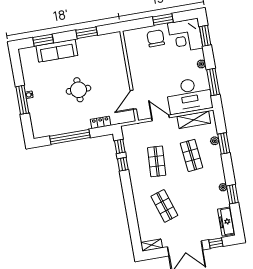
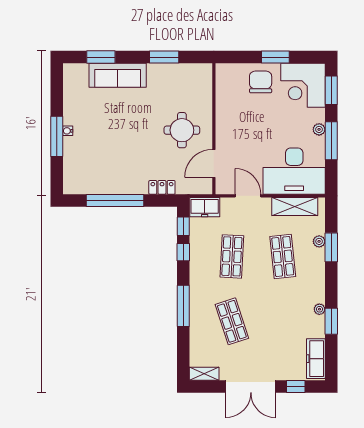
window: (213, 82) -> (331, 141), moved
round table: (78, 90) -> (182, 130), moved
freezer: (132, 131) -> (205, 207), added
window: (129, 201) -> (183, 306), added

